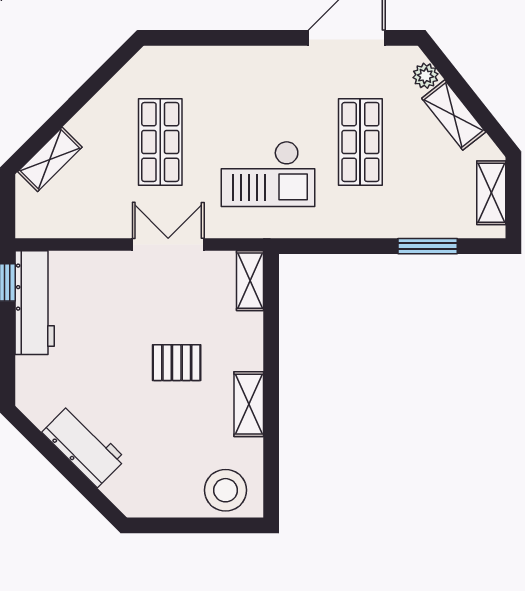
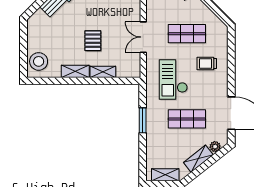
trolley: (230, 95) -> (207, 63), added
double door: (168, 244) -> (143, 37), swing flipped
window: (428, 246) -> (143, 120), moved
shelving: (250, 281) -> (103, 72), moved

